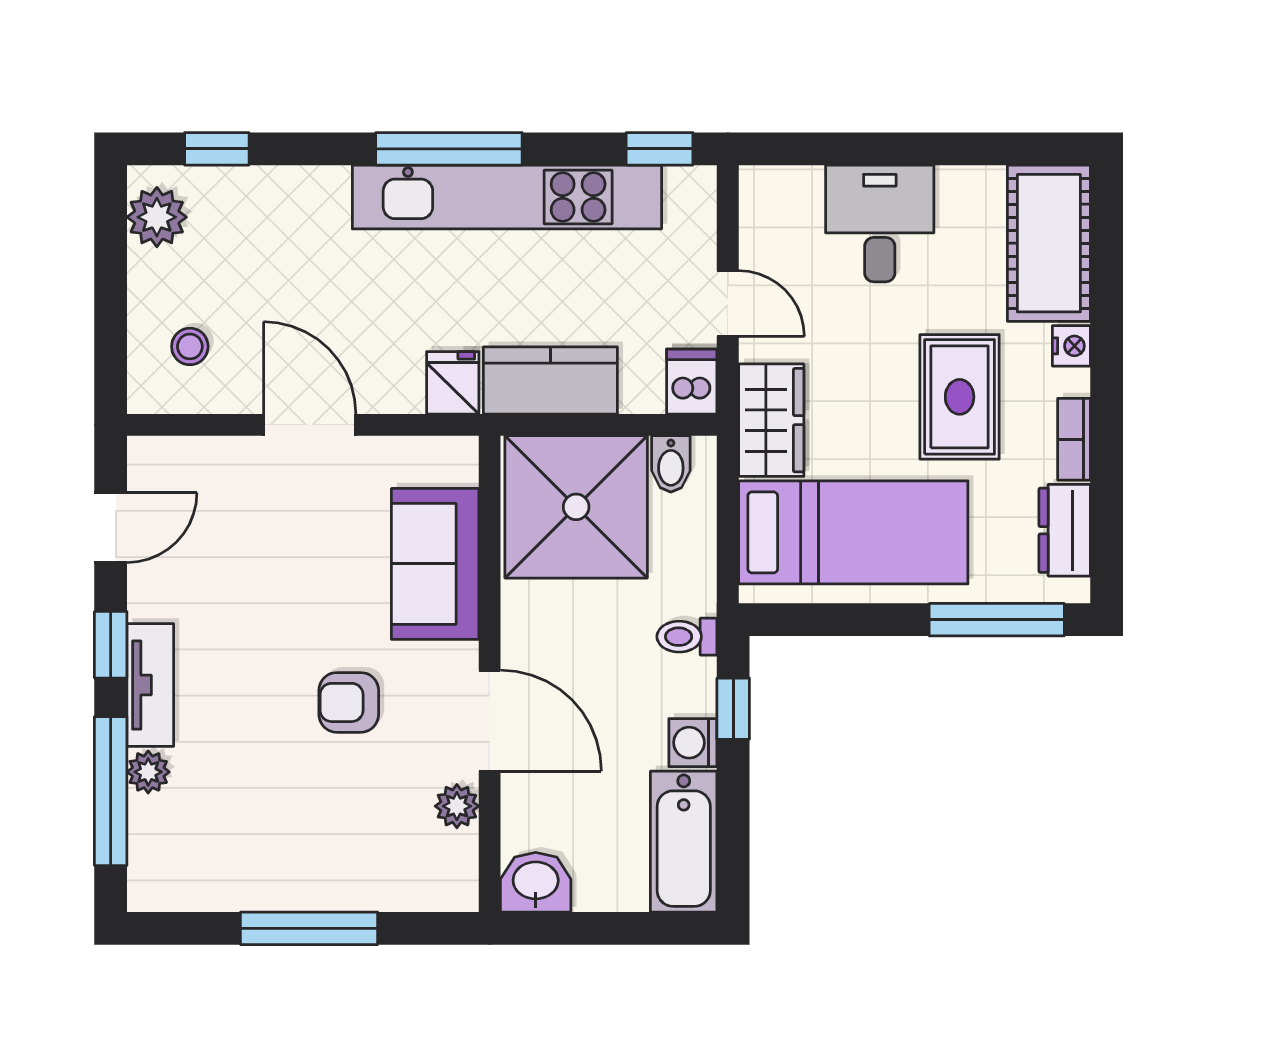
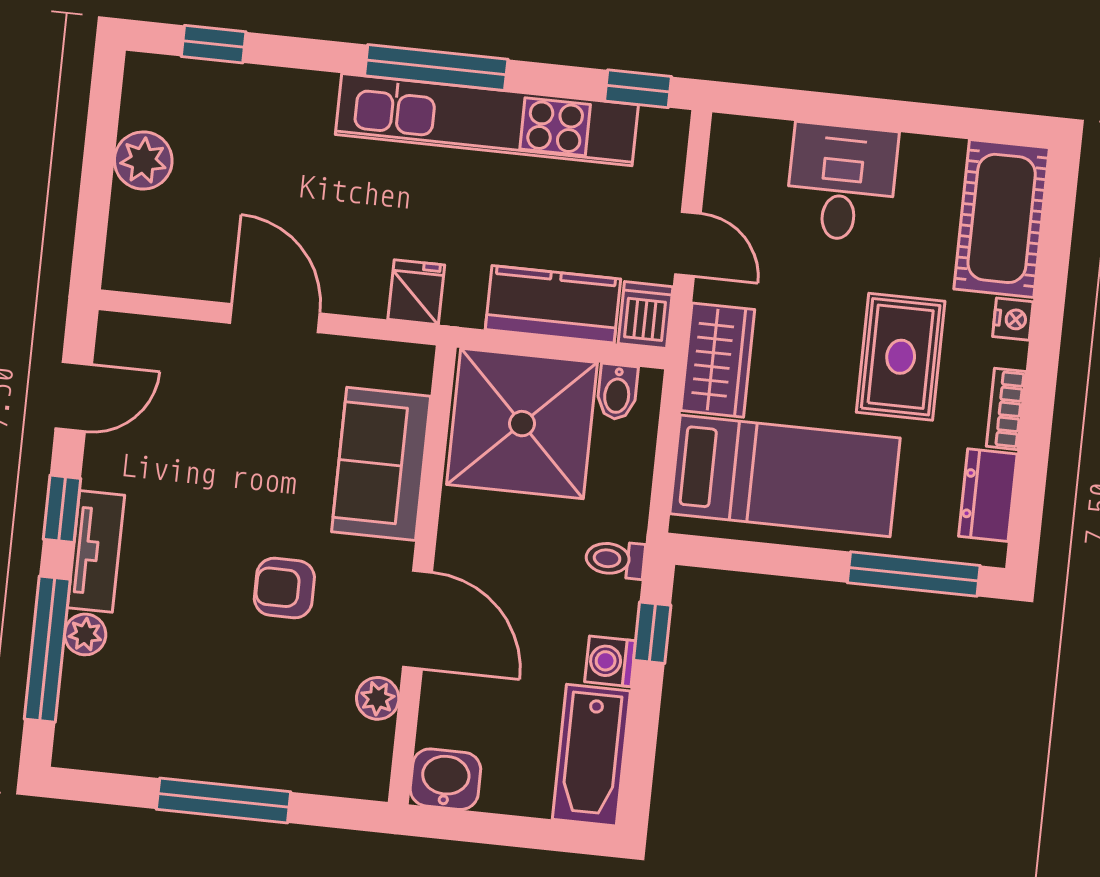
plant: (157, 217) -> (143, 160), moved
stool: (190, 346) -> (168, 231), removed
kitchen counter: (550, 380) -> (553, 304), moved

